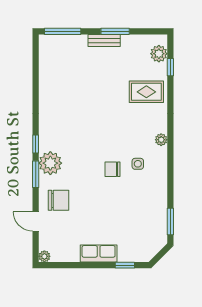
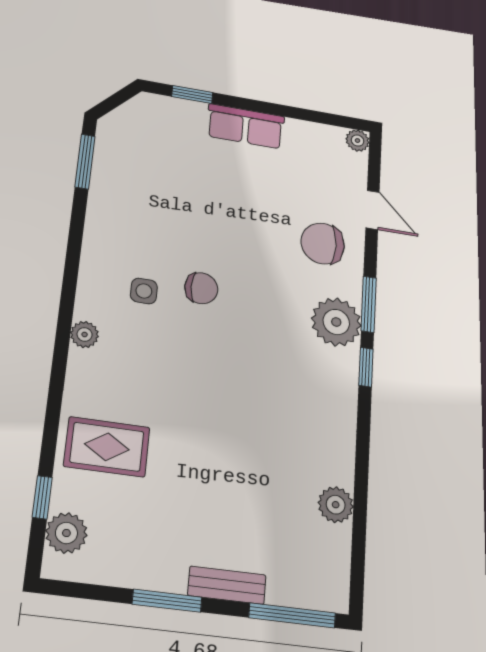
bench: (104, 40) -> (227, 585), moved
plant: (47, 80) -> (336, 505), added

